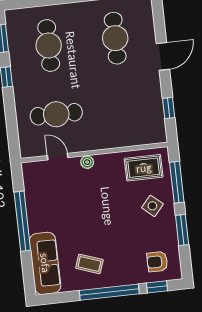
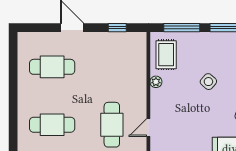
plant: (87, 162) -> (156, 82), moved
side table: (152, 206) -> (208, 82), moved

